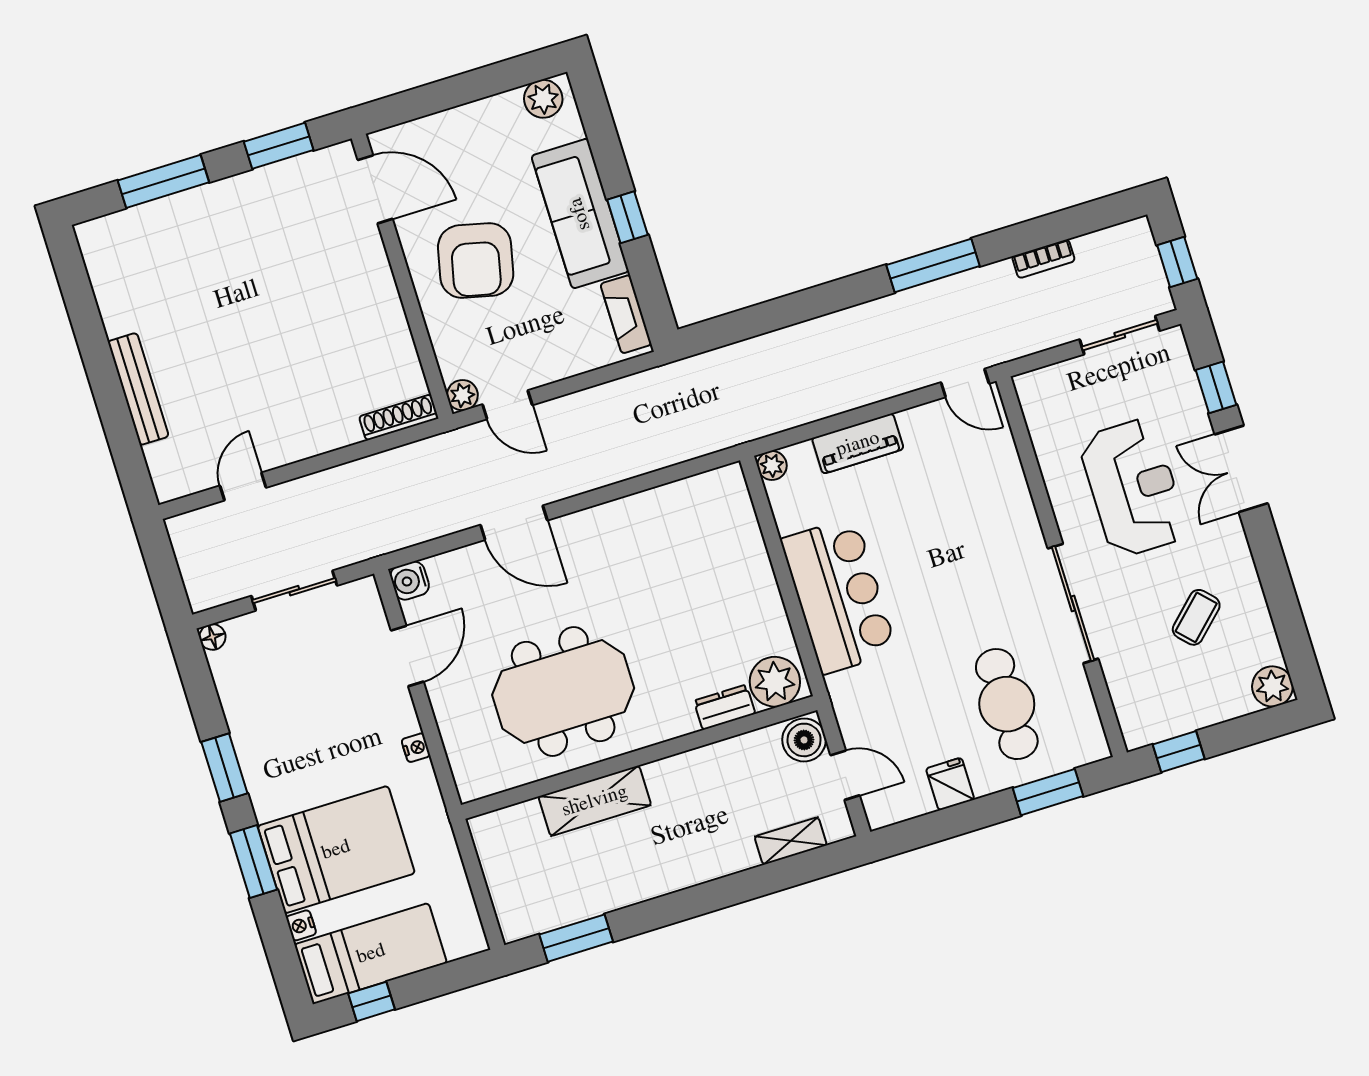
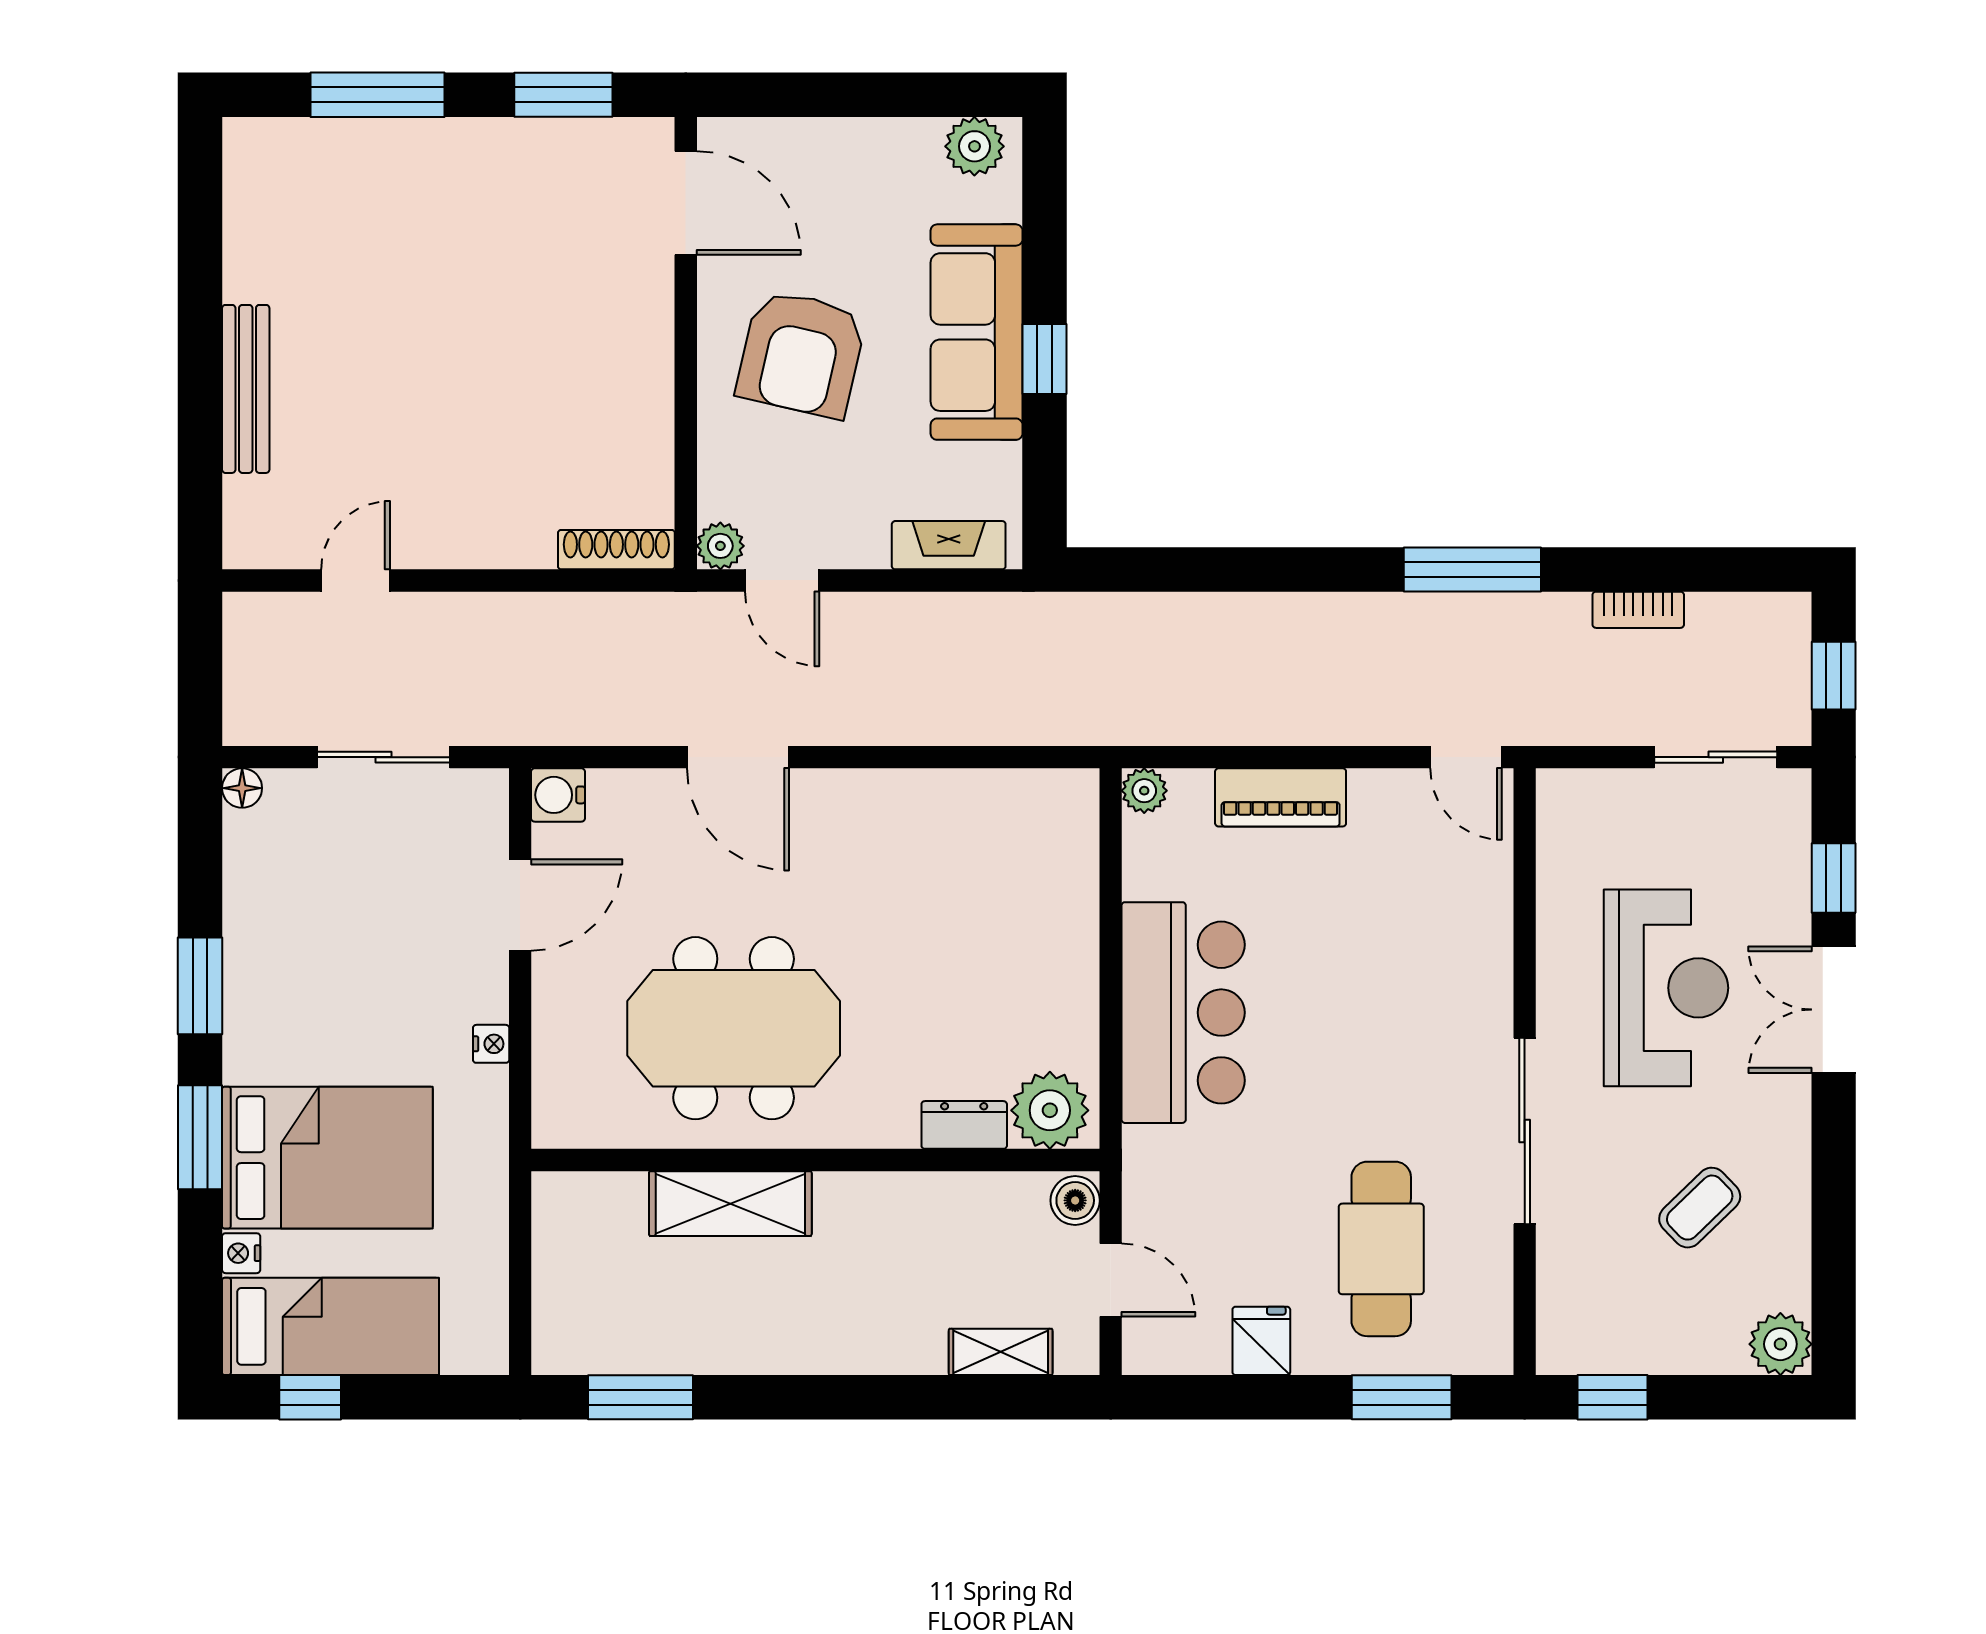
fireplace: (626, 314) -> (949, 545), moved, turned 90
boiler: (804, 740) -> (1075, 1200), width x0.73, depth x0.73

